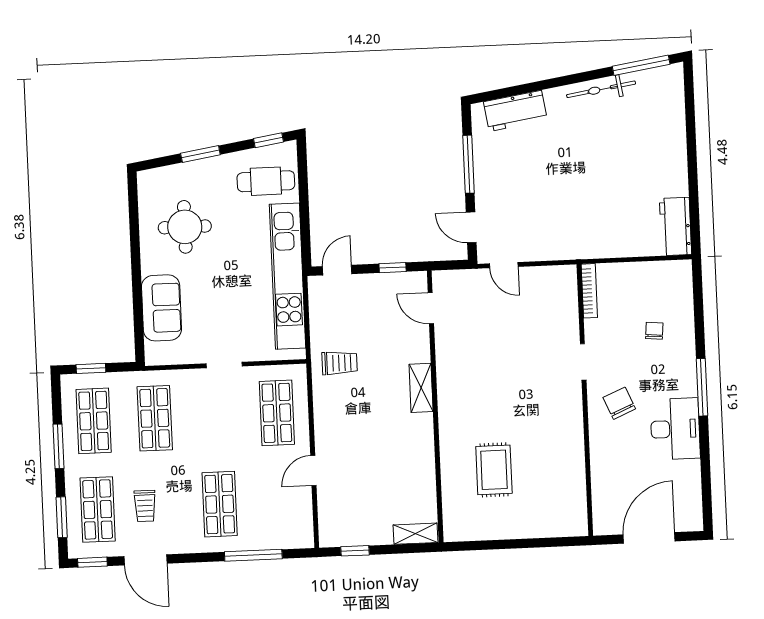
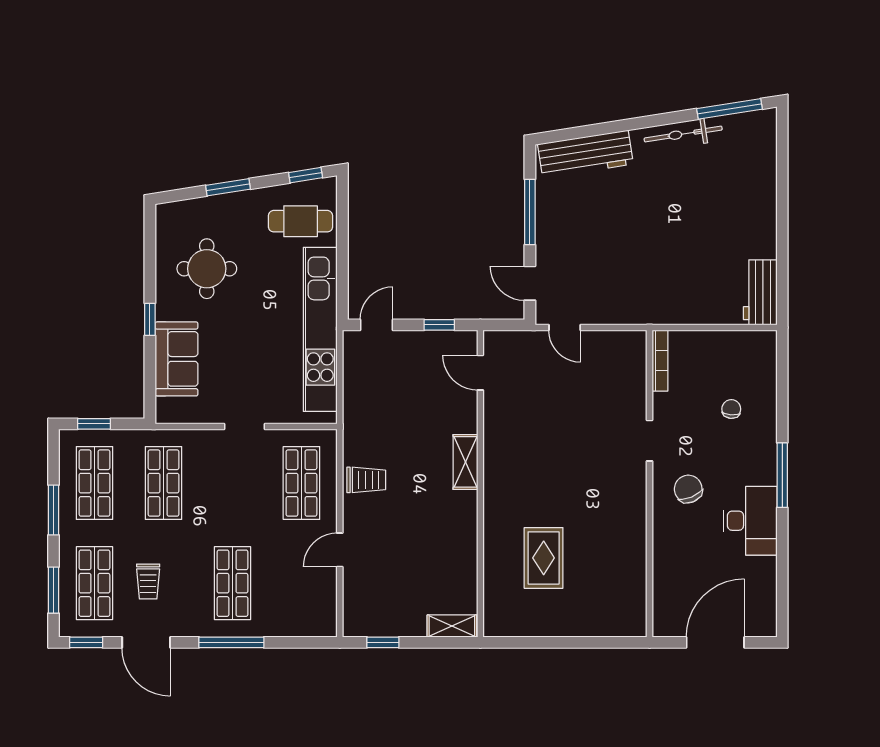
workbench: (515, 111) -> (585, 154), width x1.37
window: (136, 274) -> (150, 319), added
trolley: (340, 363) -> (366, 480), moved
window: (253, 555) -> (231, 642), moved

